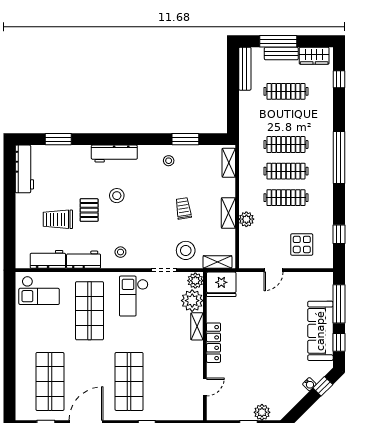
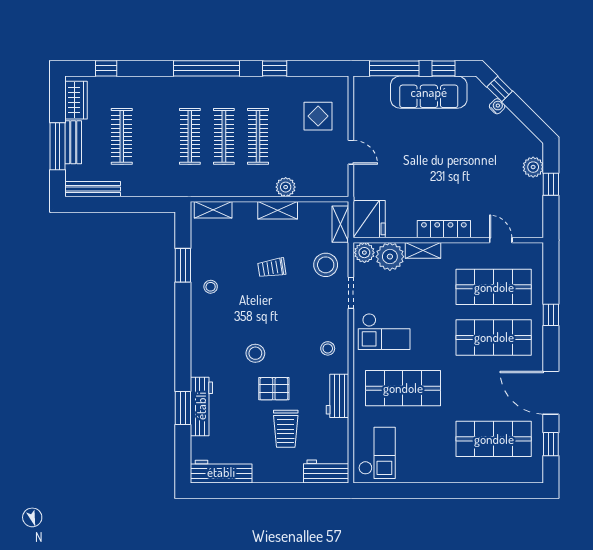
window: (58, 139) -> (183, 408), moved
workbench: (114, 154) -> (201, 406), moved
window: (339, 234) -> (275, 68), moved
workbench: (48, 259) -> (326, 472), moved, turned 90
shop shelf: (169, 381) -> (494, 287), added

